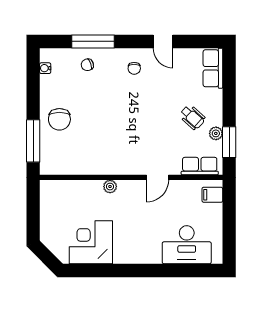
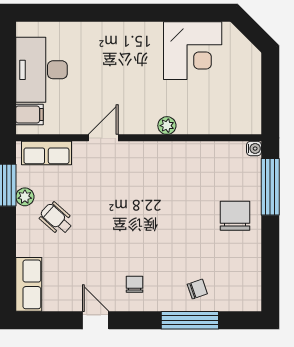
water cooler: (45, 68) -> (254, 149), moved
desk: (187, 245) -> (41, 70), moved, turned -90

